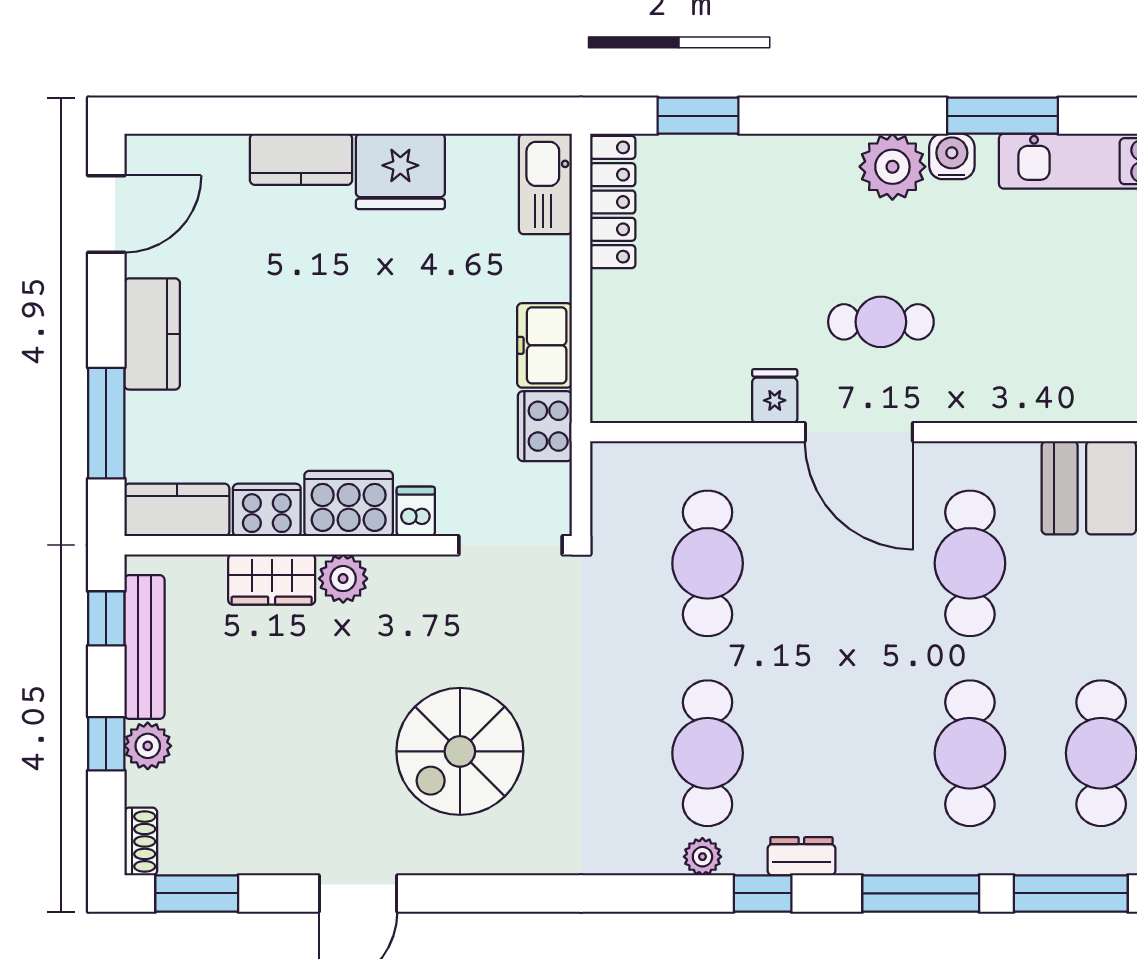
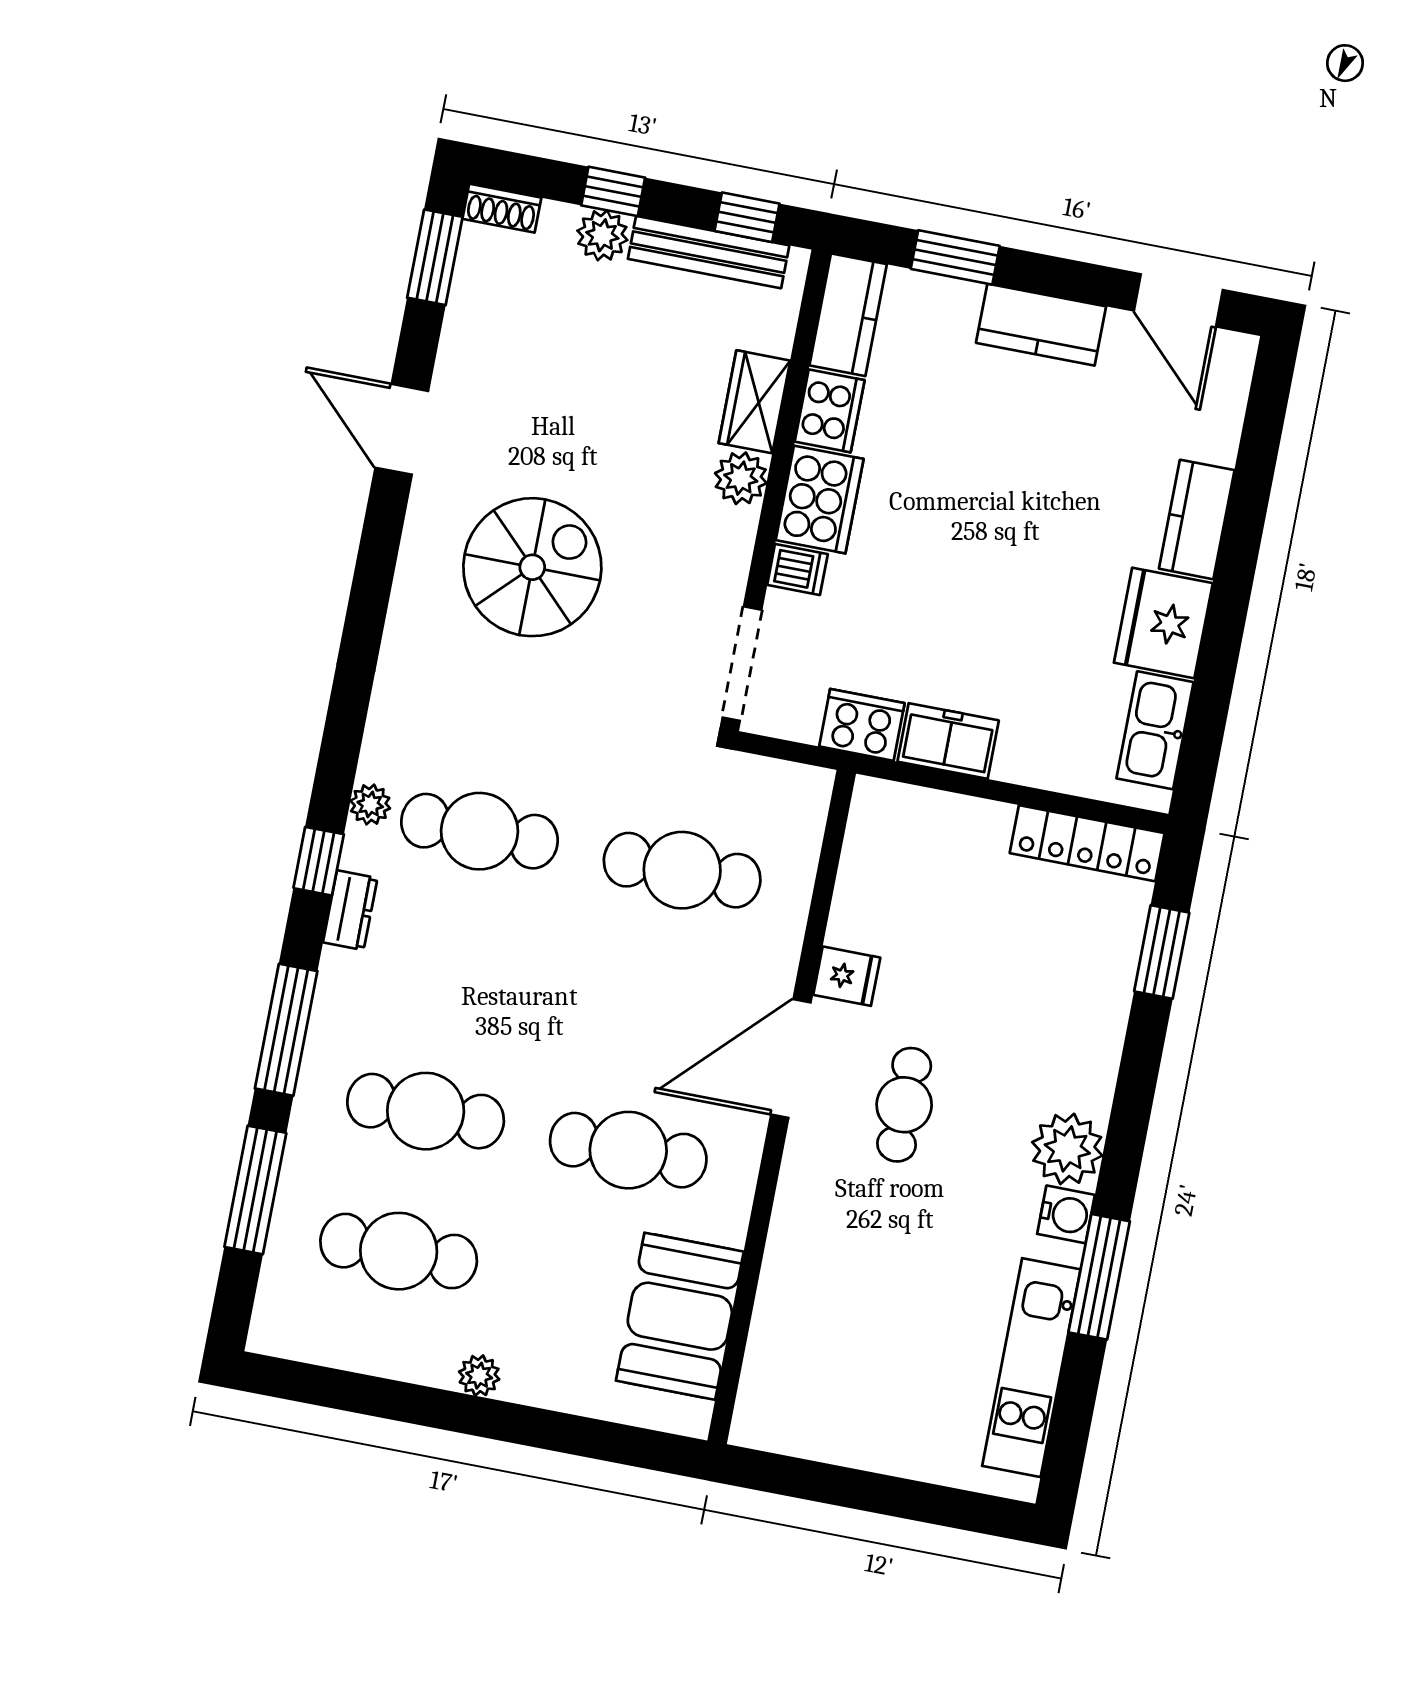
kitchen sink: (545, 184) -> (1155, 730), moved, turned -90
window: (106, 423) -> (955, 257), width x0.69
spiral stairs: (460, 751) -> (532, 567), turned 90

